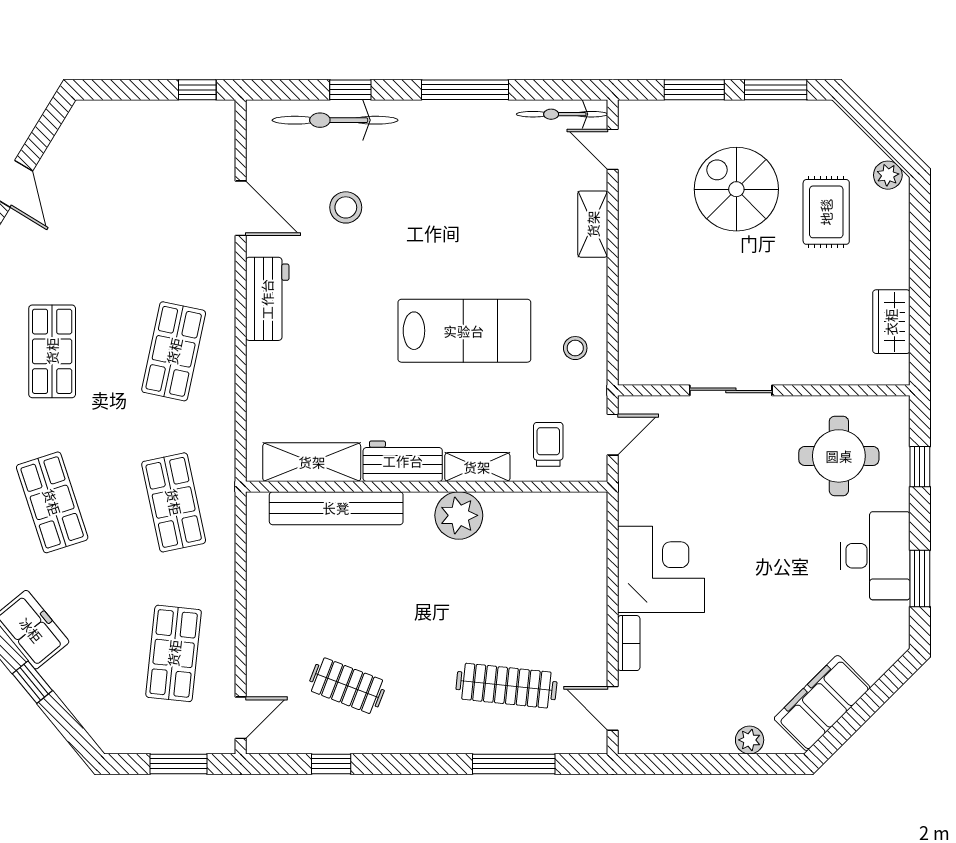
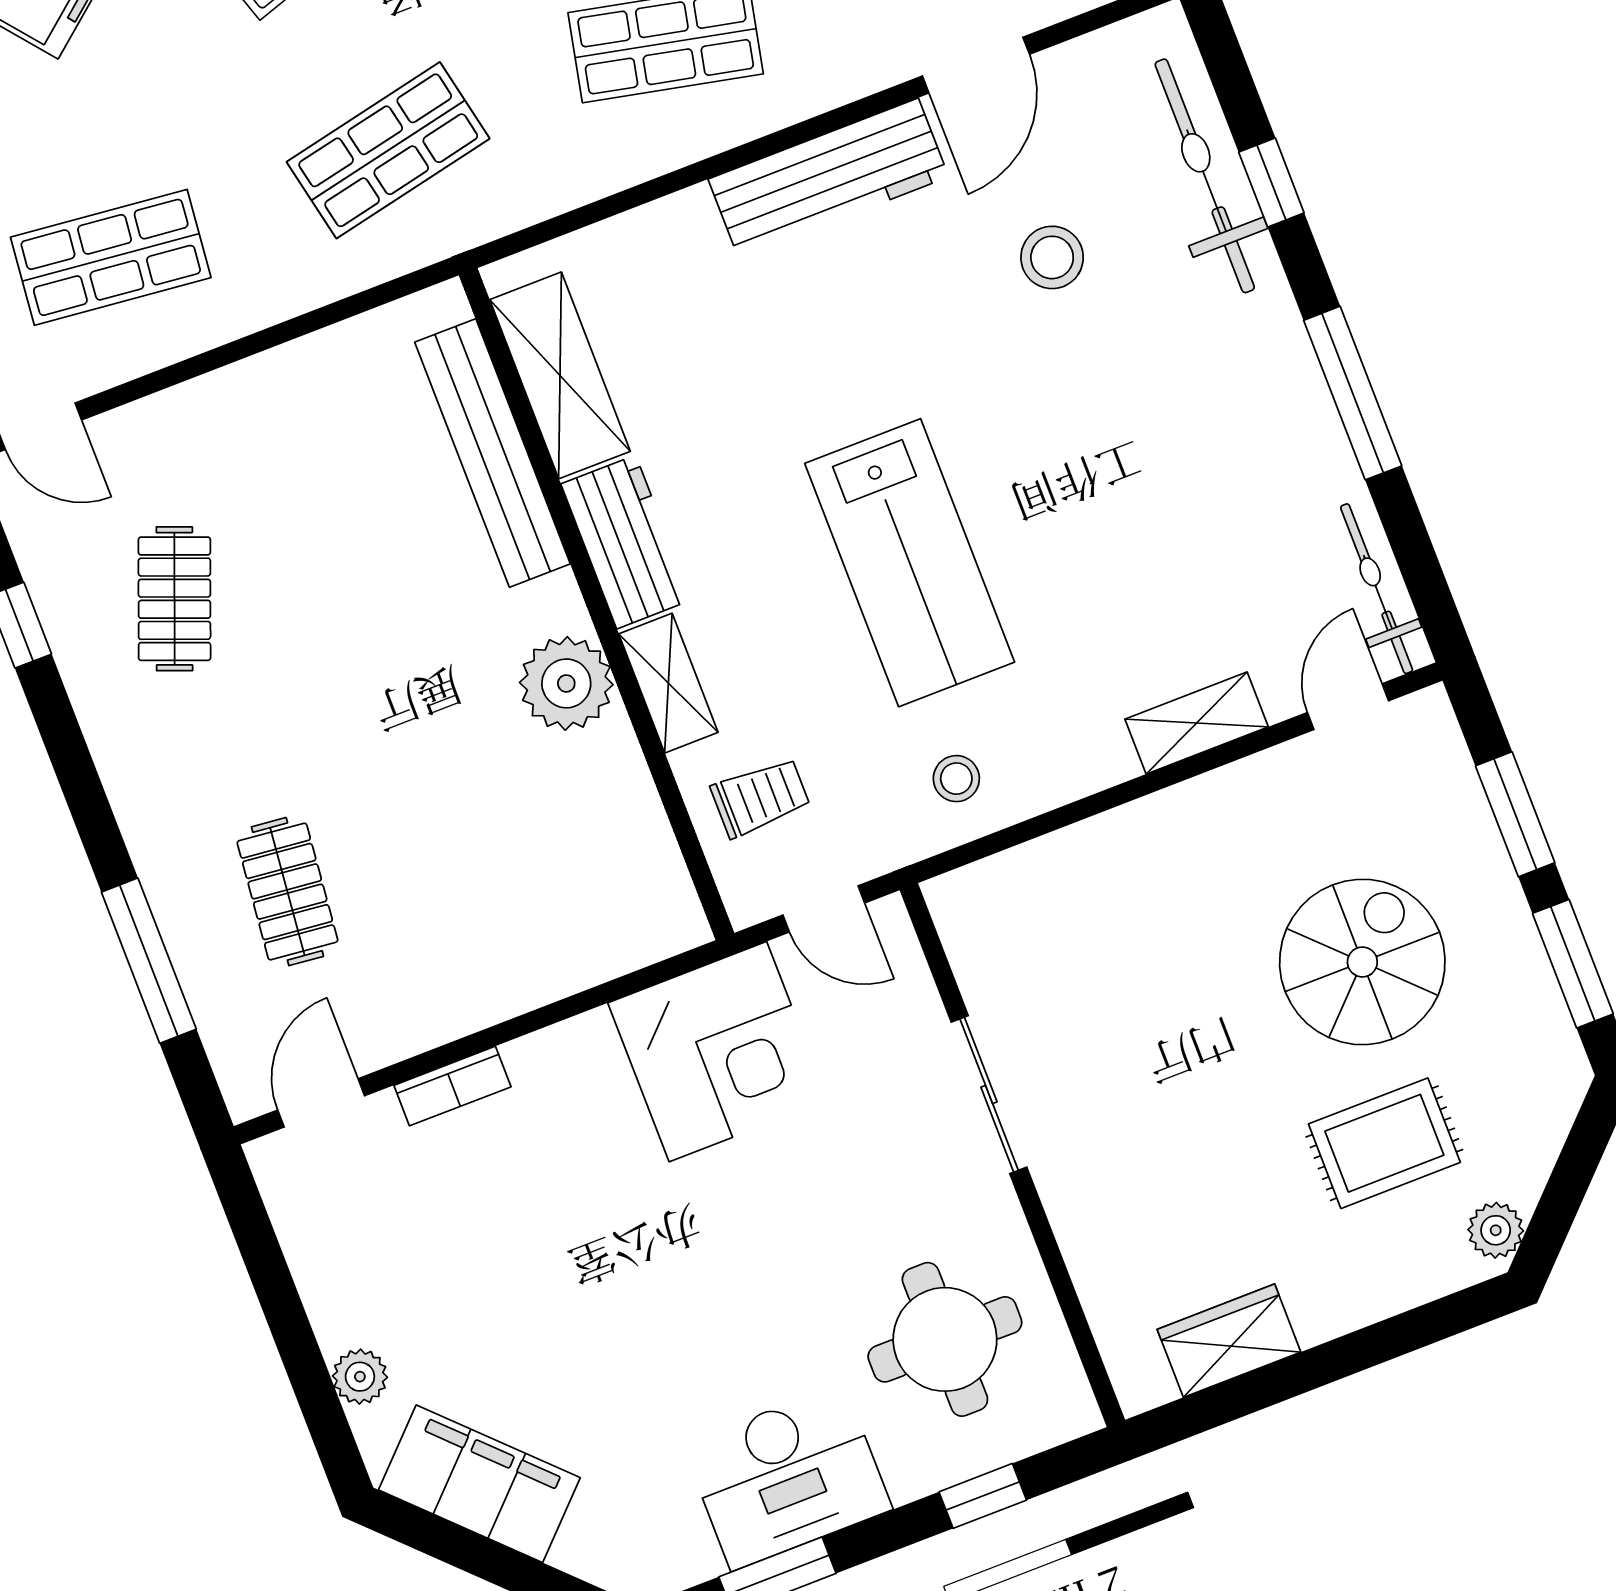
workbench: (267, 299) -> (828, 178), width x1.38
corner desk: (661, 569) -> (718, 1052), moved
clothes rail: (506, 686) -> (287, 892), width x0.73

